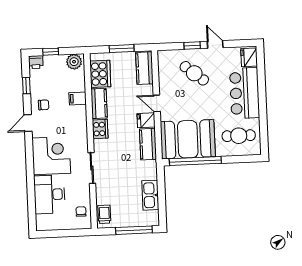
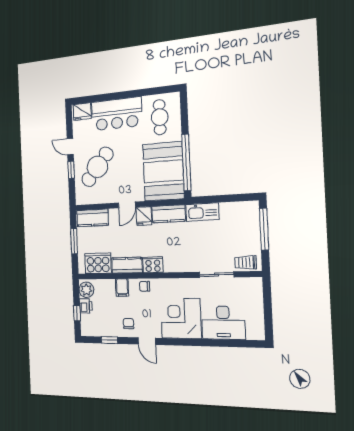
door: (215, 44) -> (70, 147), hinge flipped
printer: (36, 62) -> (86, 306), moved
cafe table: (194, 73) -> (97, 167), width x1.37, depth x1.35
sliding door: (92, 168) -> (217, 275), moved
kitchen sink: (150, 195) -> (202, 212), moved
chair: (81, 212) -> (145, 286), moved

